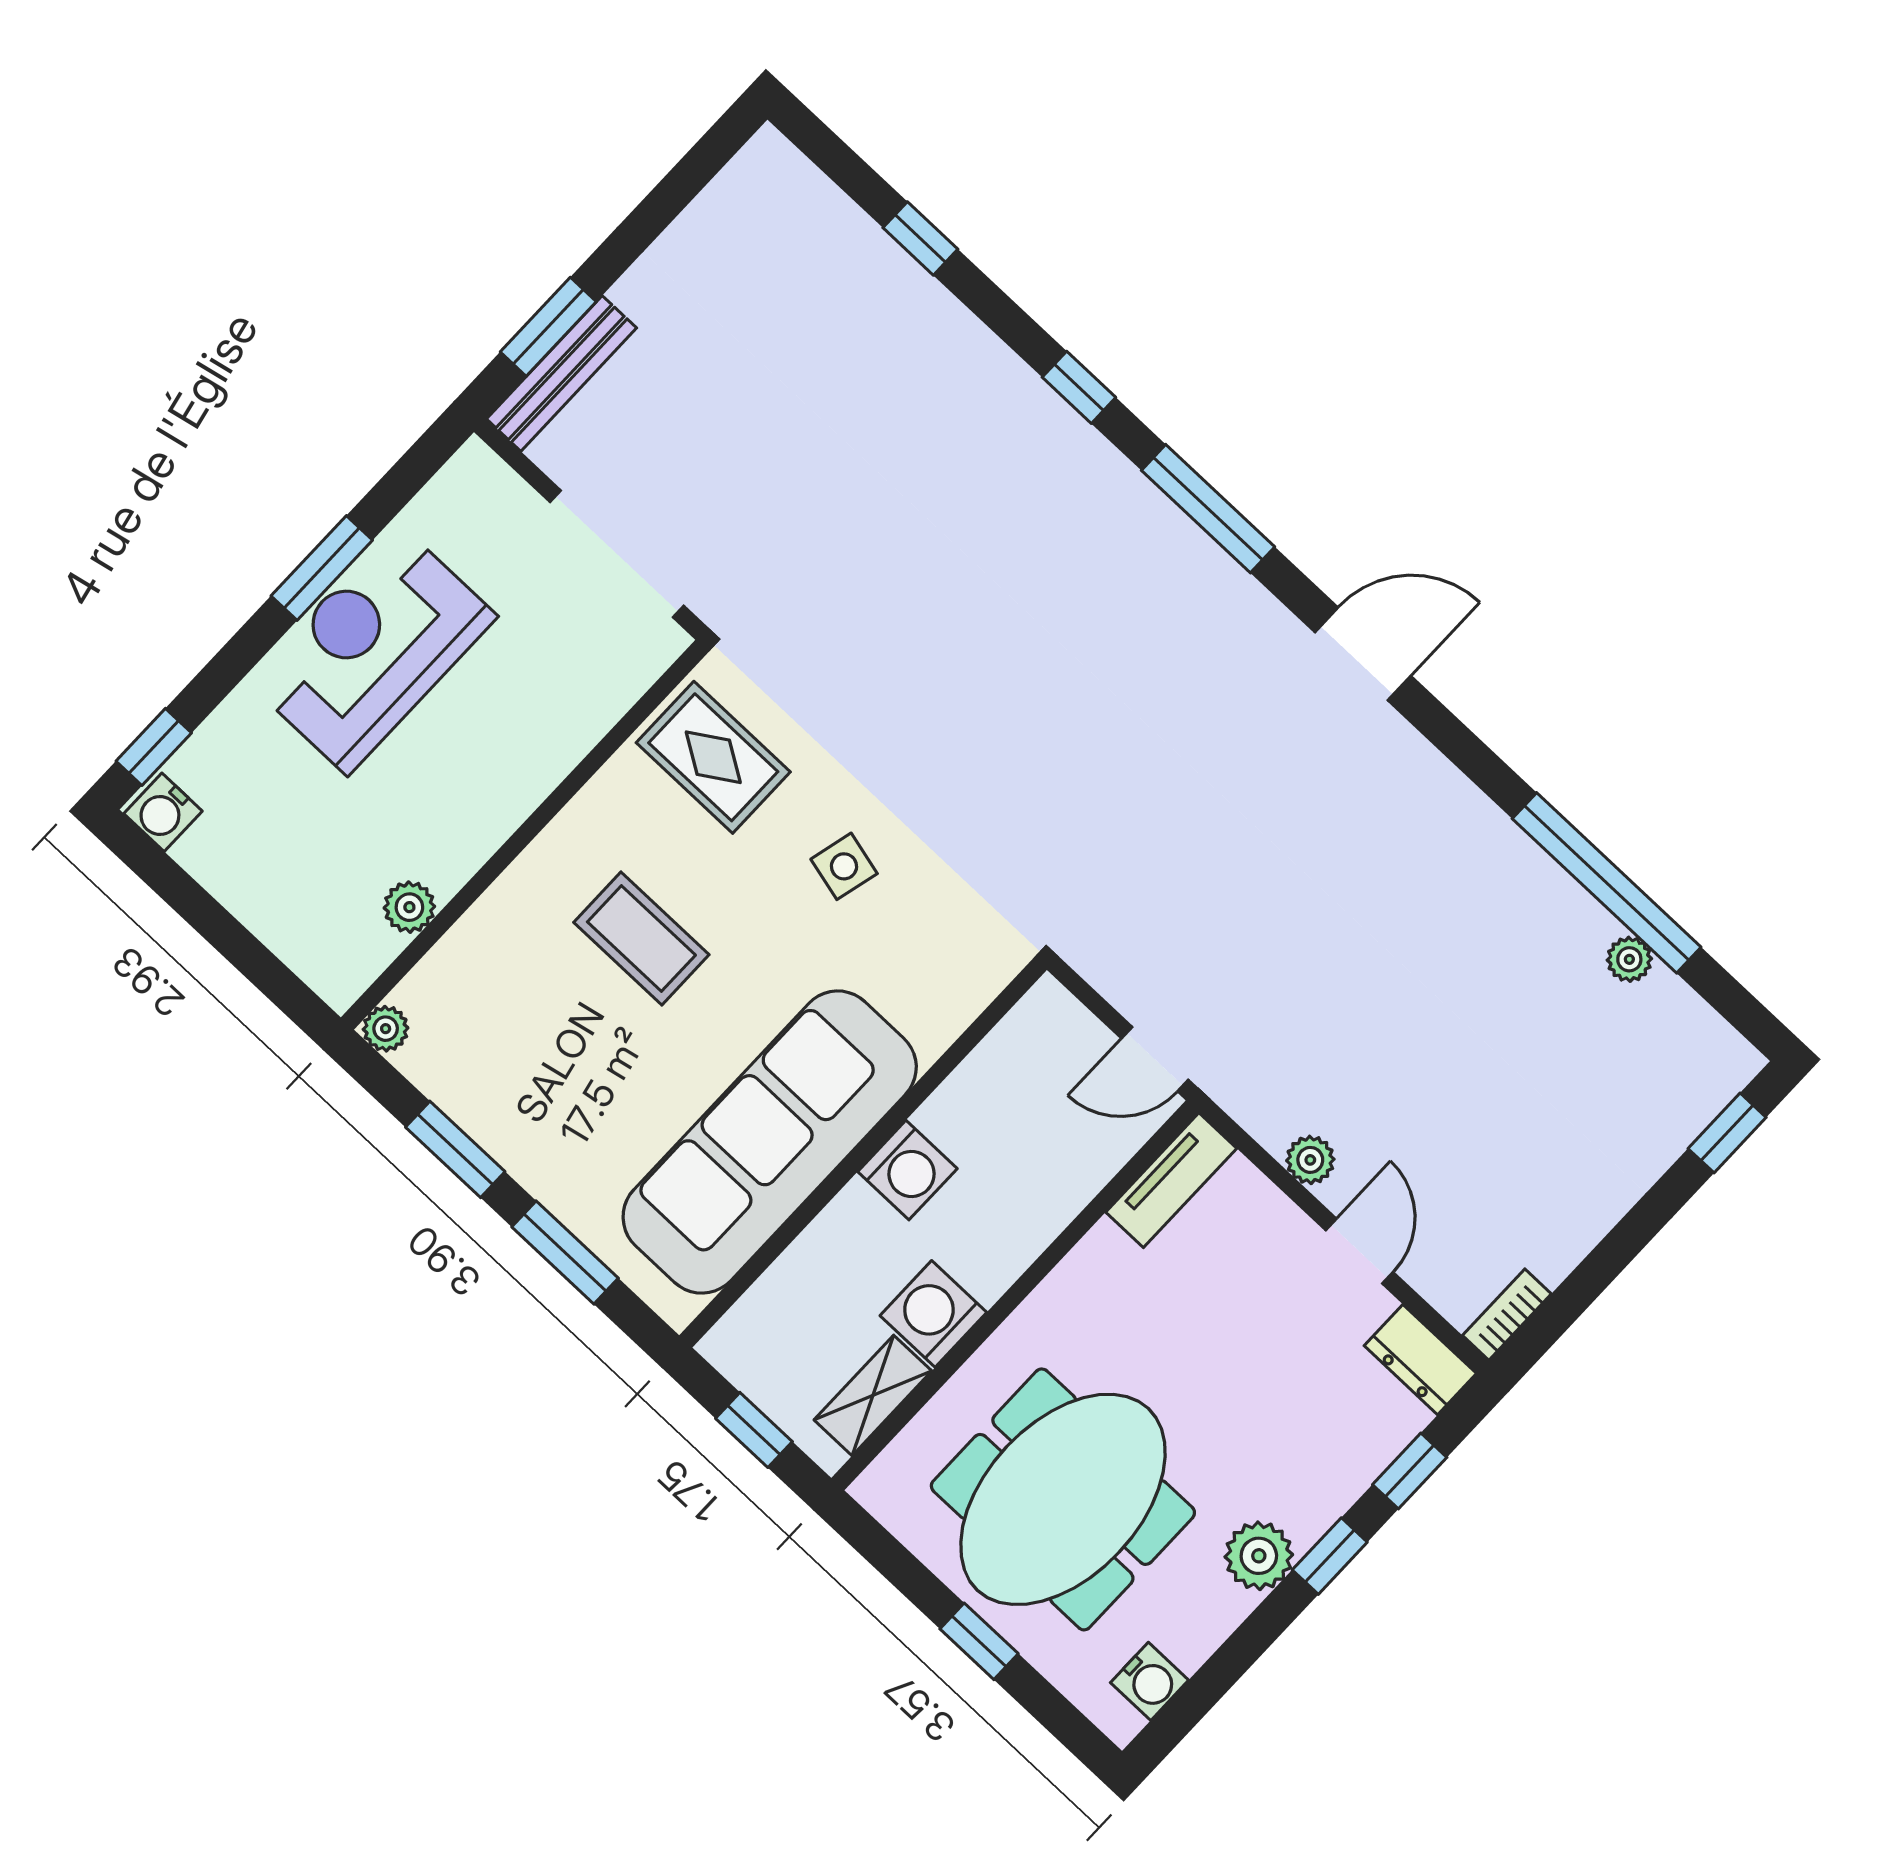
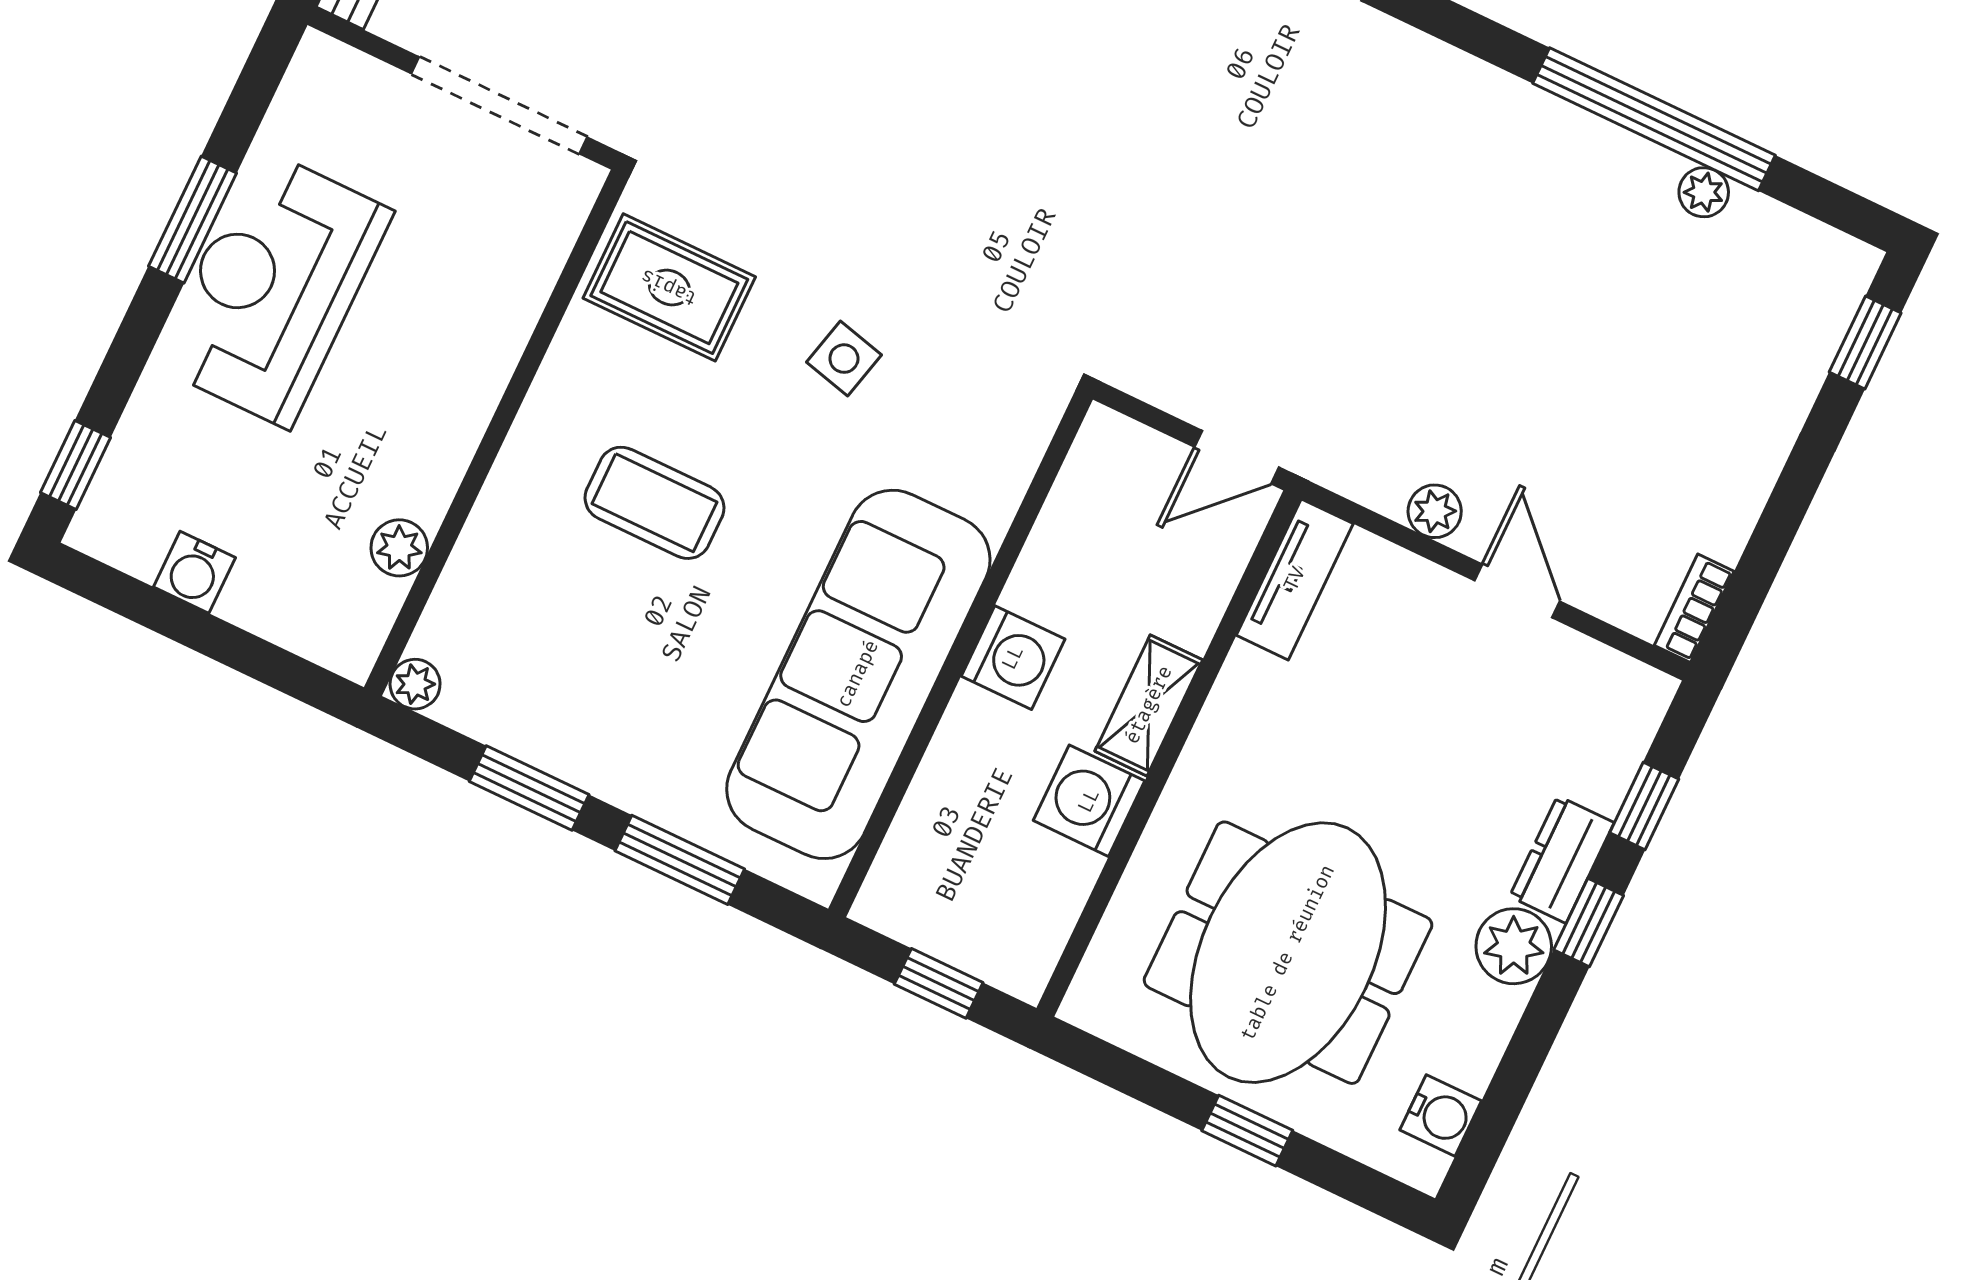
water cooler: (163, 812) -> (194, 572), moved
dresser: (1420, 1360) -> (1562, 860), moved, turned 90
shelving: (873, 1395) -> (1149, 705), moved

